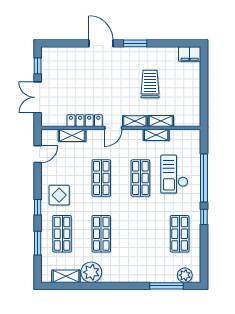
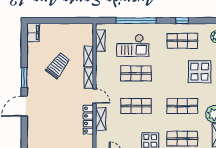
trolley: (150, 84) -> (58, 65), turned 127
shelving: (72, 135) -> (101, 119), moved
shelving: (156, 135) -> (100, 41), moved
window: (204, 217) -> (182, 21), moved
display table: (142, 255) -> (200, 72), added

